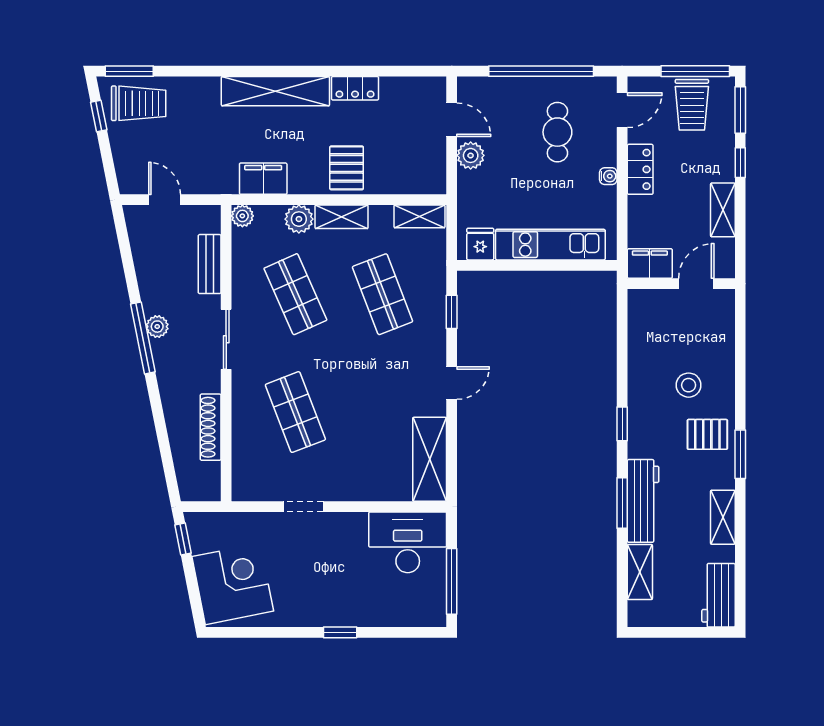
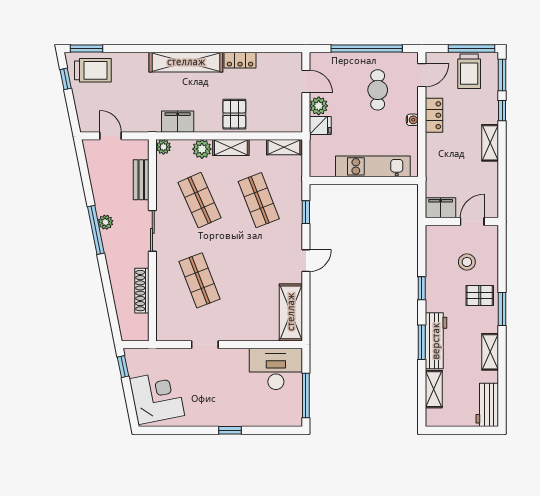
fridge: (480, 244) -> (320, 126), moved, turned 90
filing cabinet: (650, 263) -> (441, 208), moved
wall: (681, 284) -> (462, 221), moved
door: (696, 284) -> (472, 221), moved

